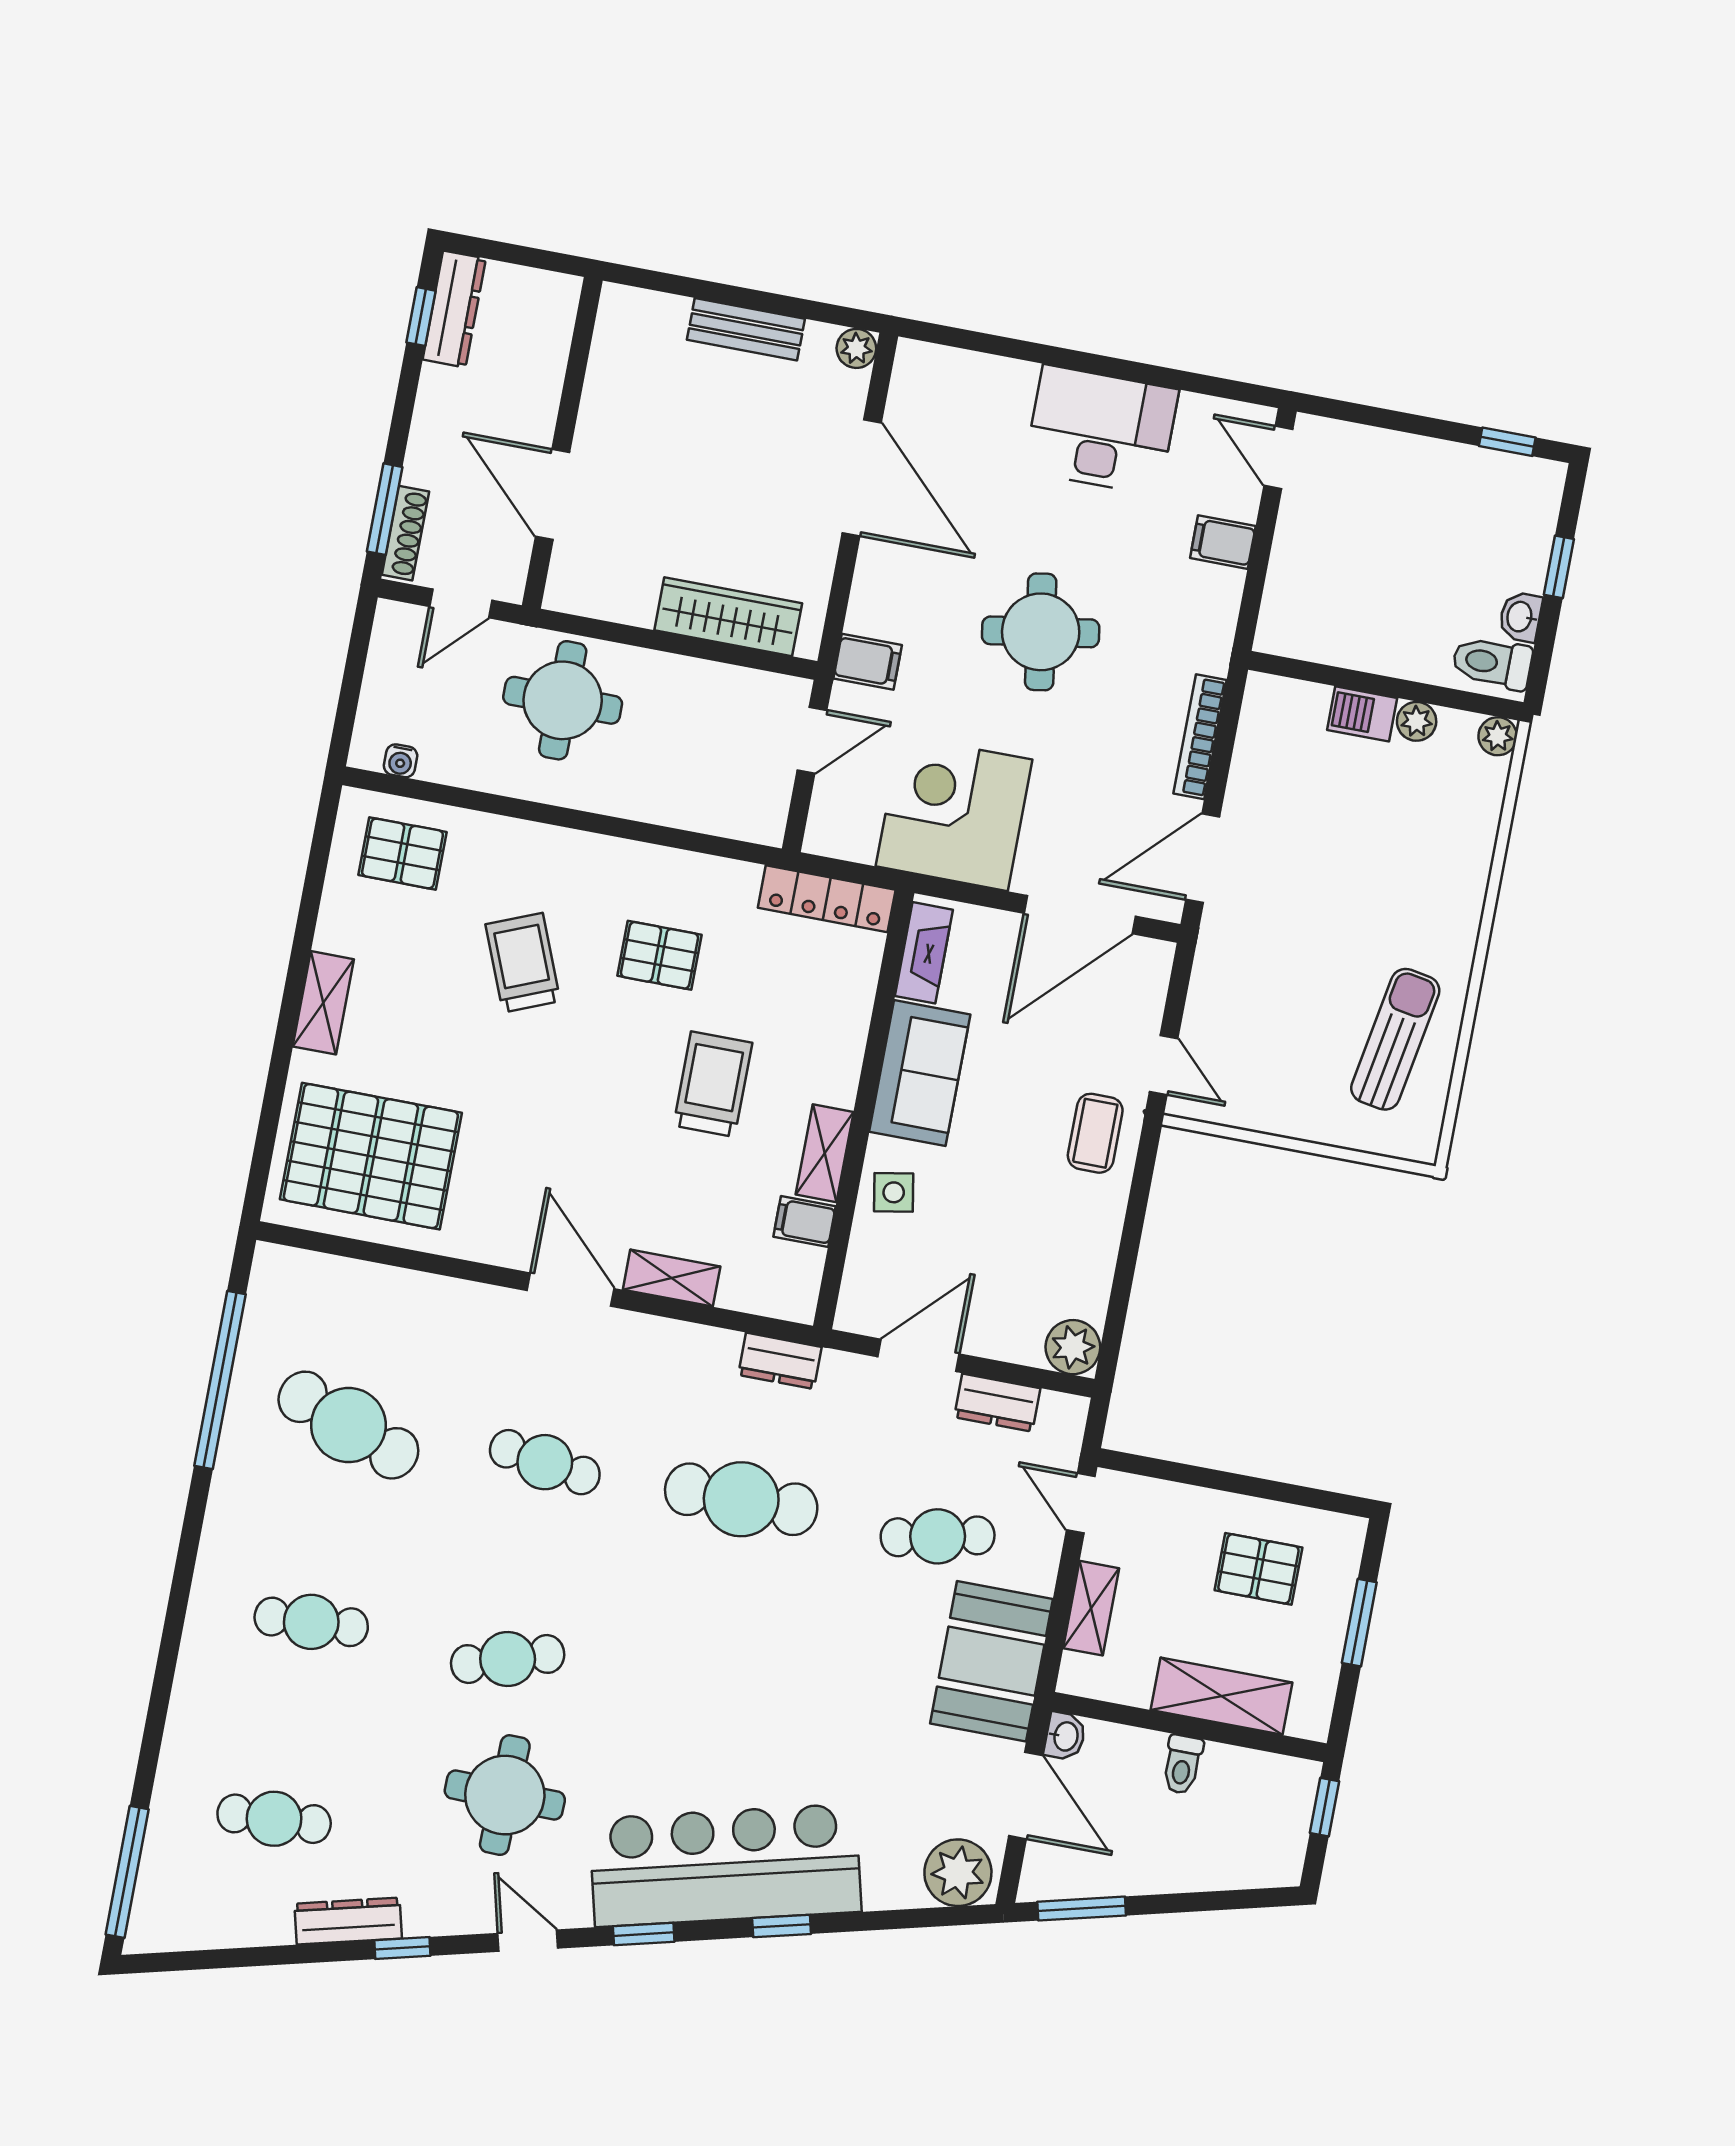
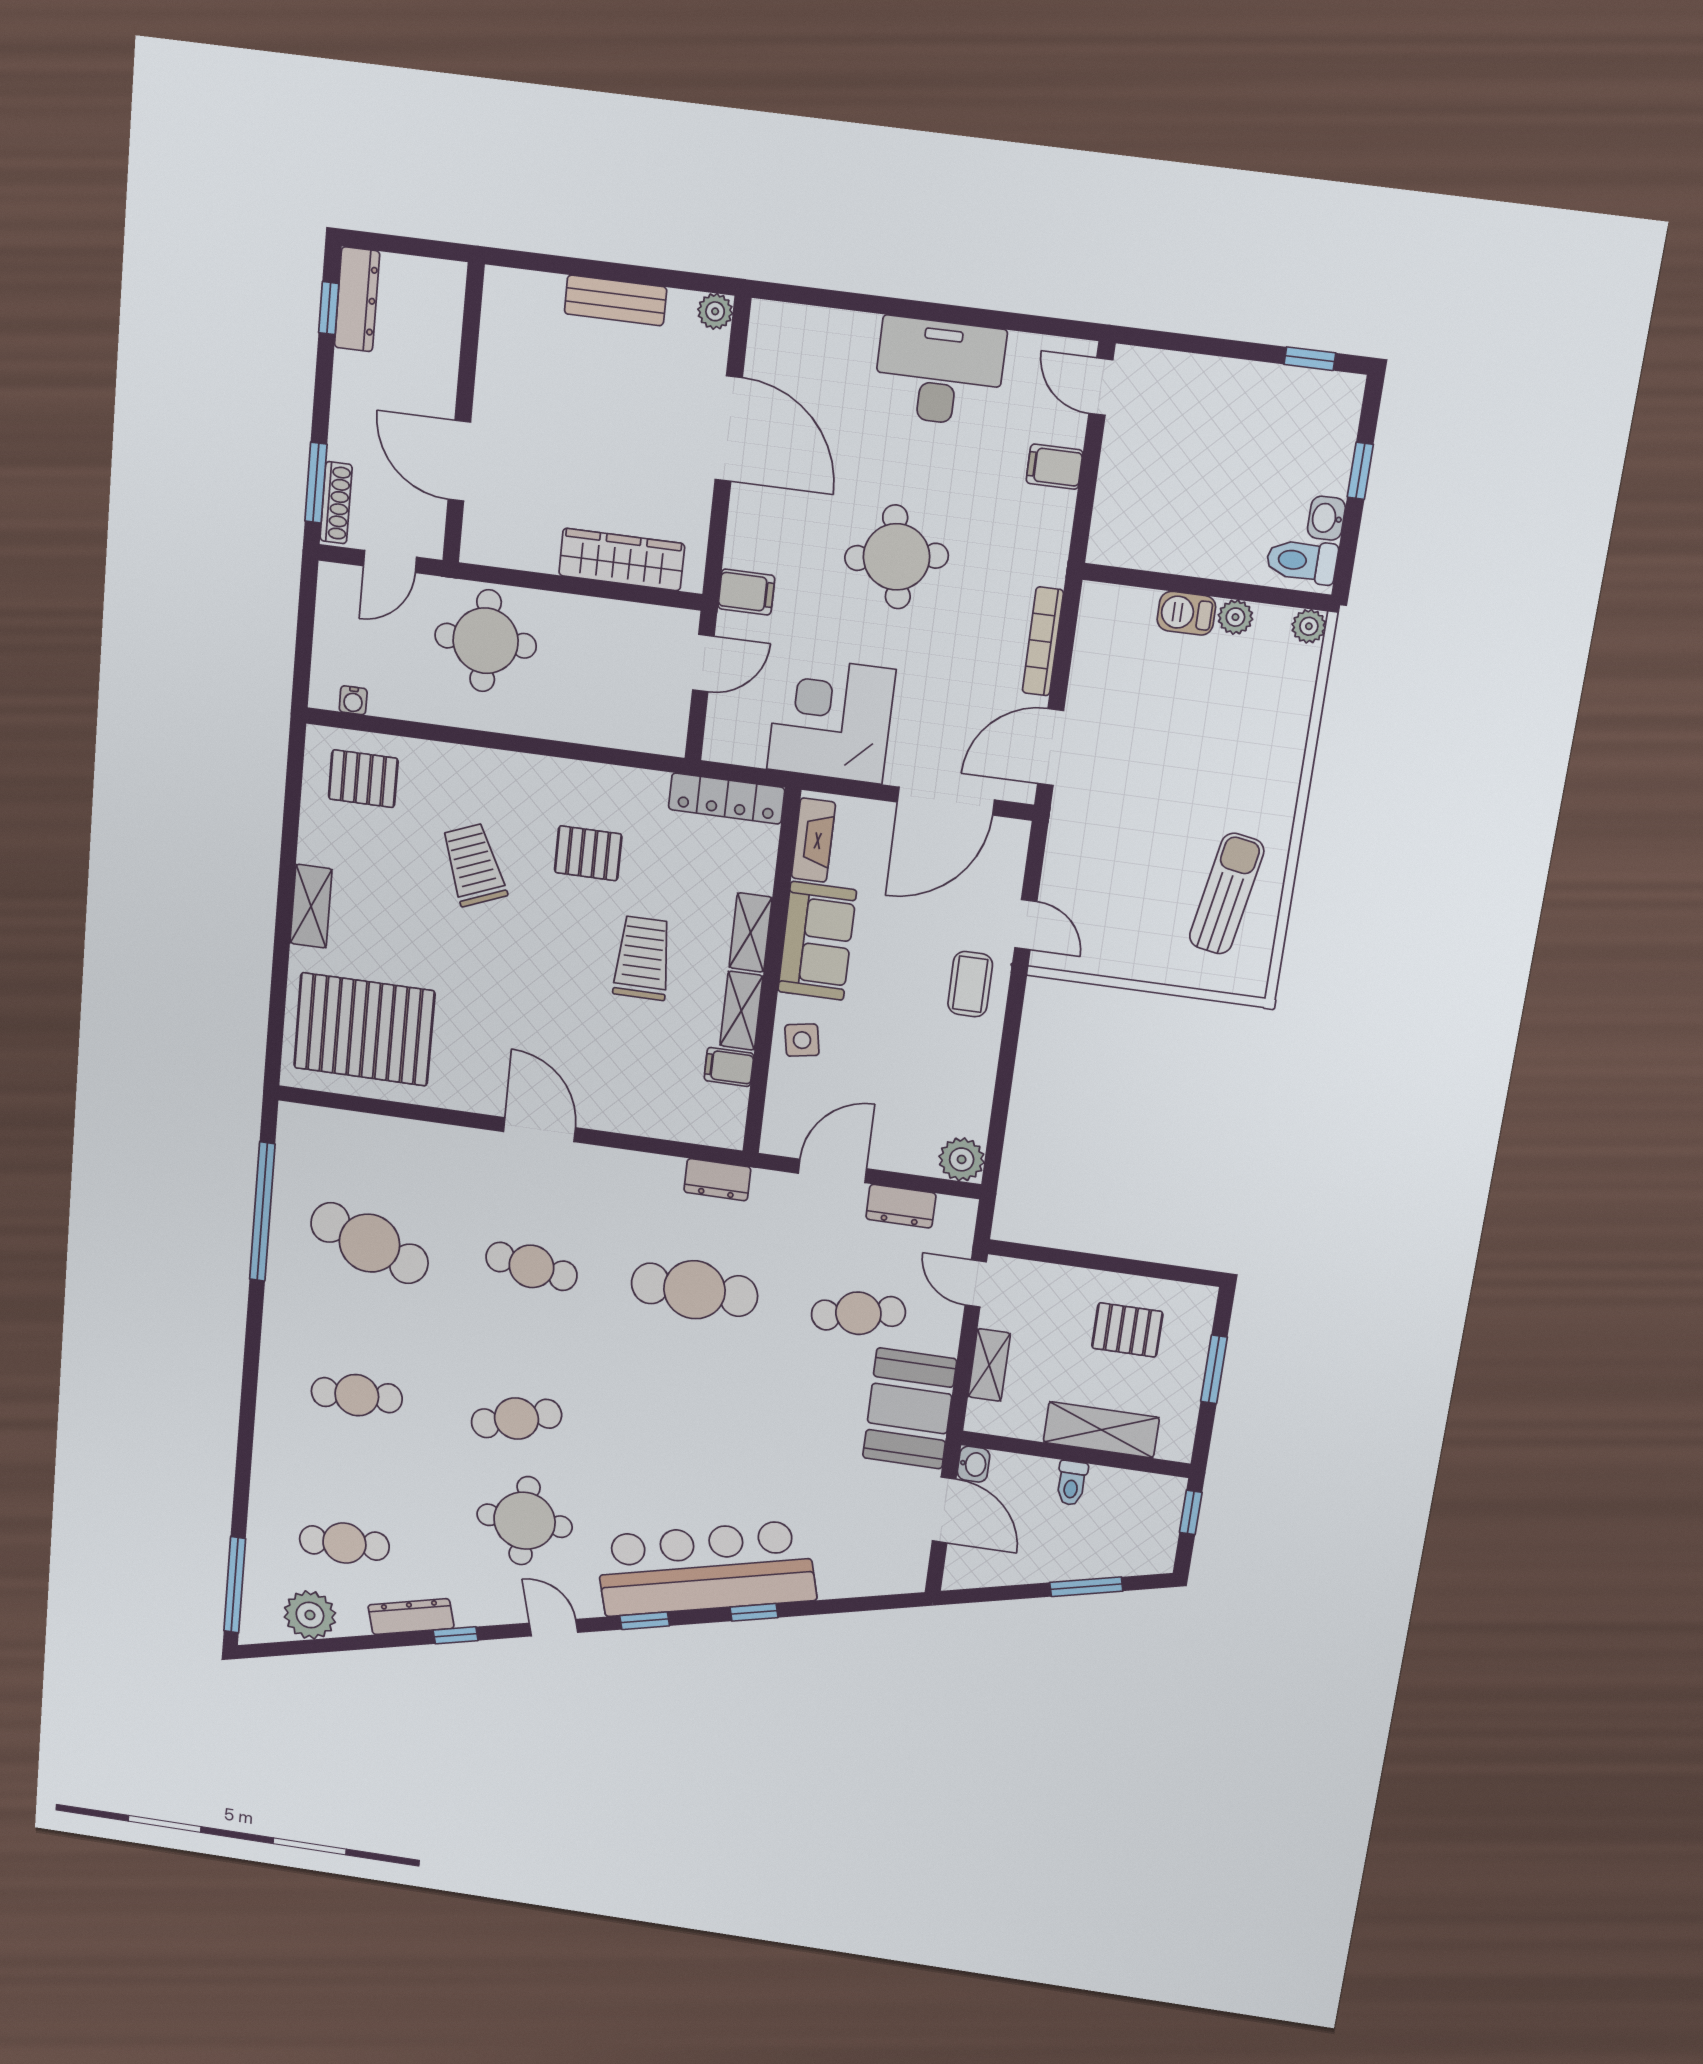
shelving: (672, 1278) -> (751, 932), moved, turned 90
plant: (958, 1873) -> (310, 1615), moved
window: (1082, 1909) -> (1086, 1587), moved

